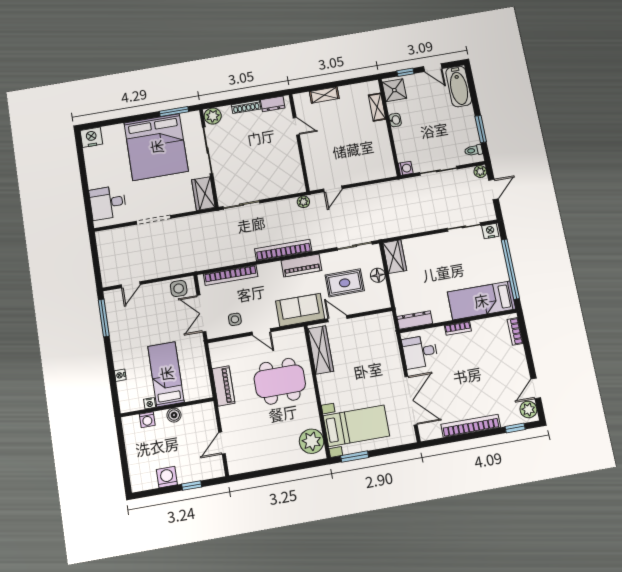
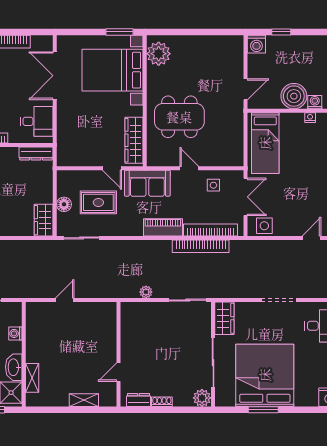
shoe rack: (246, 107) -> (162, 402), width x0.70
window: (174, 111) -> (263, 410), moved
washbasin: (395, 120) -> (14, 367), width x1.91, depth x1.45
door: (296, 126) -> (118, 372), hinge flipped
washing machine: (406, 168) -> (15, 333), moved
door: (333, 189) -> (65, 300), moved
plant: (303, 202) -> (146, 292), moved
bookcase: (283, 250) -> (201, 246), moved
piano: (301, 266) -> (163, 227), moved
bed: (166, 374) -> (265, 143), moved
piano: (223, 386) -> (235, 122), removed
boiler: (174, 415) -> (294, 96), width x1.86, depth x1.86
bed with nightstands: (356, 426) -> (112, 70), width x1.36
door: (222, 443) -> (246, 89), moved
washing machine: (167, 477) -> (256, 44), moved

